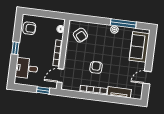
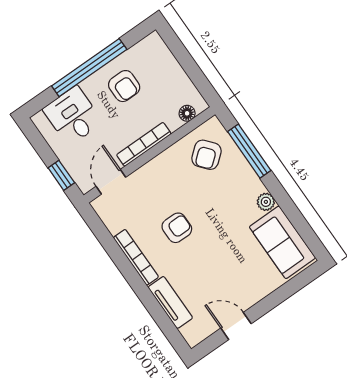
window: (123, 24) -> (249, 151), moved
armchair: (29, 28) -> (124, 86), moved
sofa: (139, 47) -> (282, 242), moved, turned -90
window: (15, 48) -> (89, 68), width x3.17
door: (60, 76) -> (111, 182), hinge flipped

